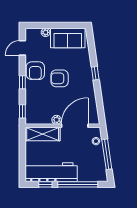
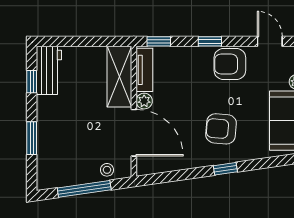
armchair: (60, 78) -> (221, 129), moved, turned -85
tv unit: (39, 120) -> (144, 70), added
workbench: (51, 172) -> (49, 70), width x0.53, depth x0.76
window: (78, 184) -> (32, 138), width x0.47

